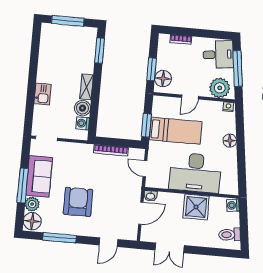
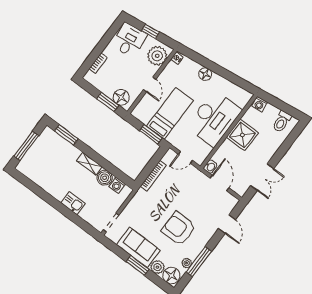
window: (238, 69) -> (150, 31), width x0.46
window: (23, 185) -> (138, 265), width x0.69
plant: (52, 228) -> (187, 263), added

